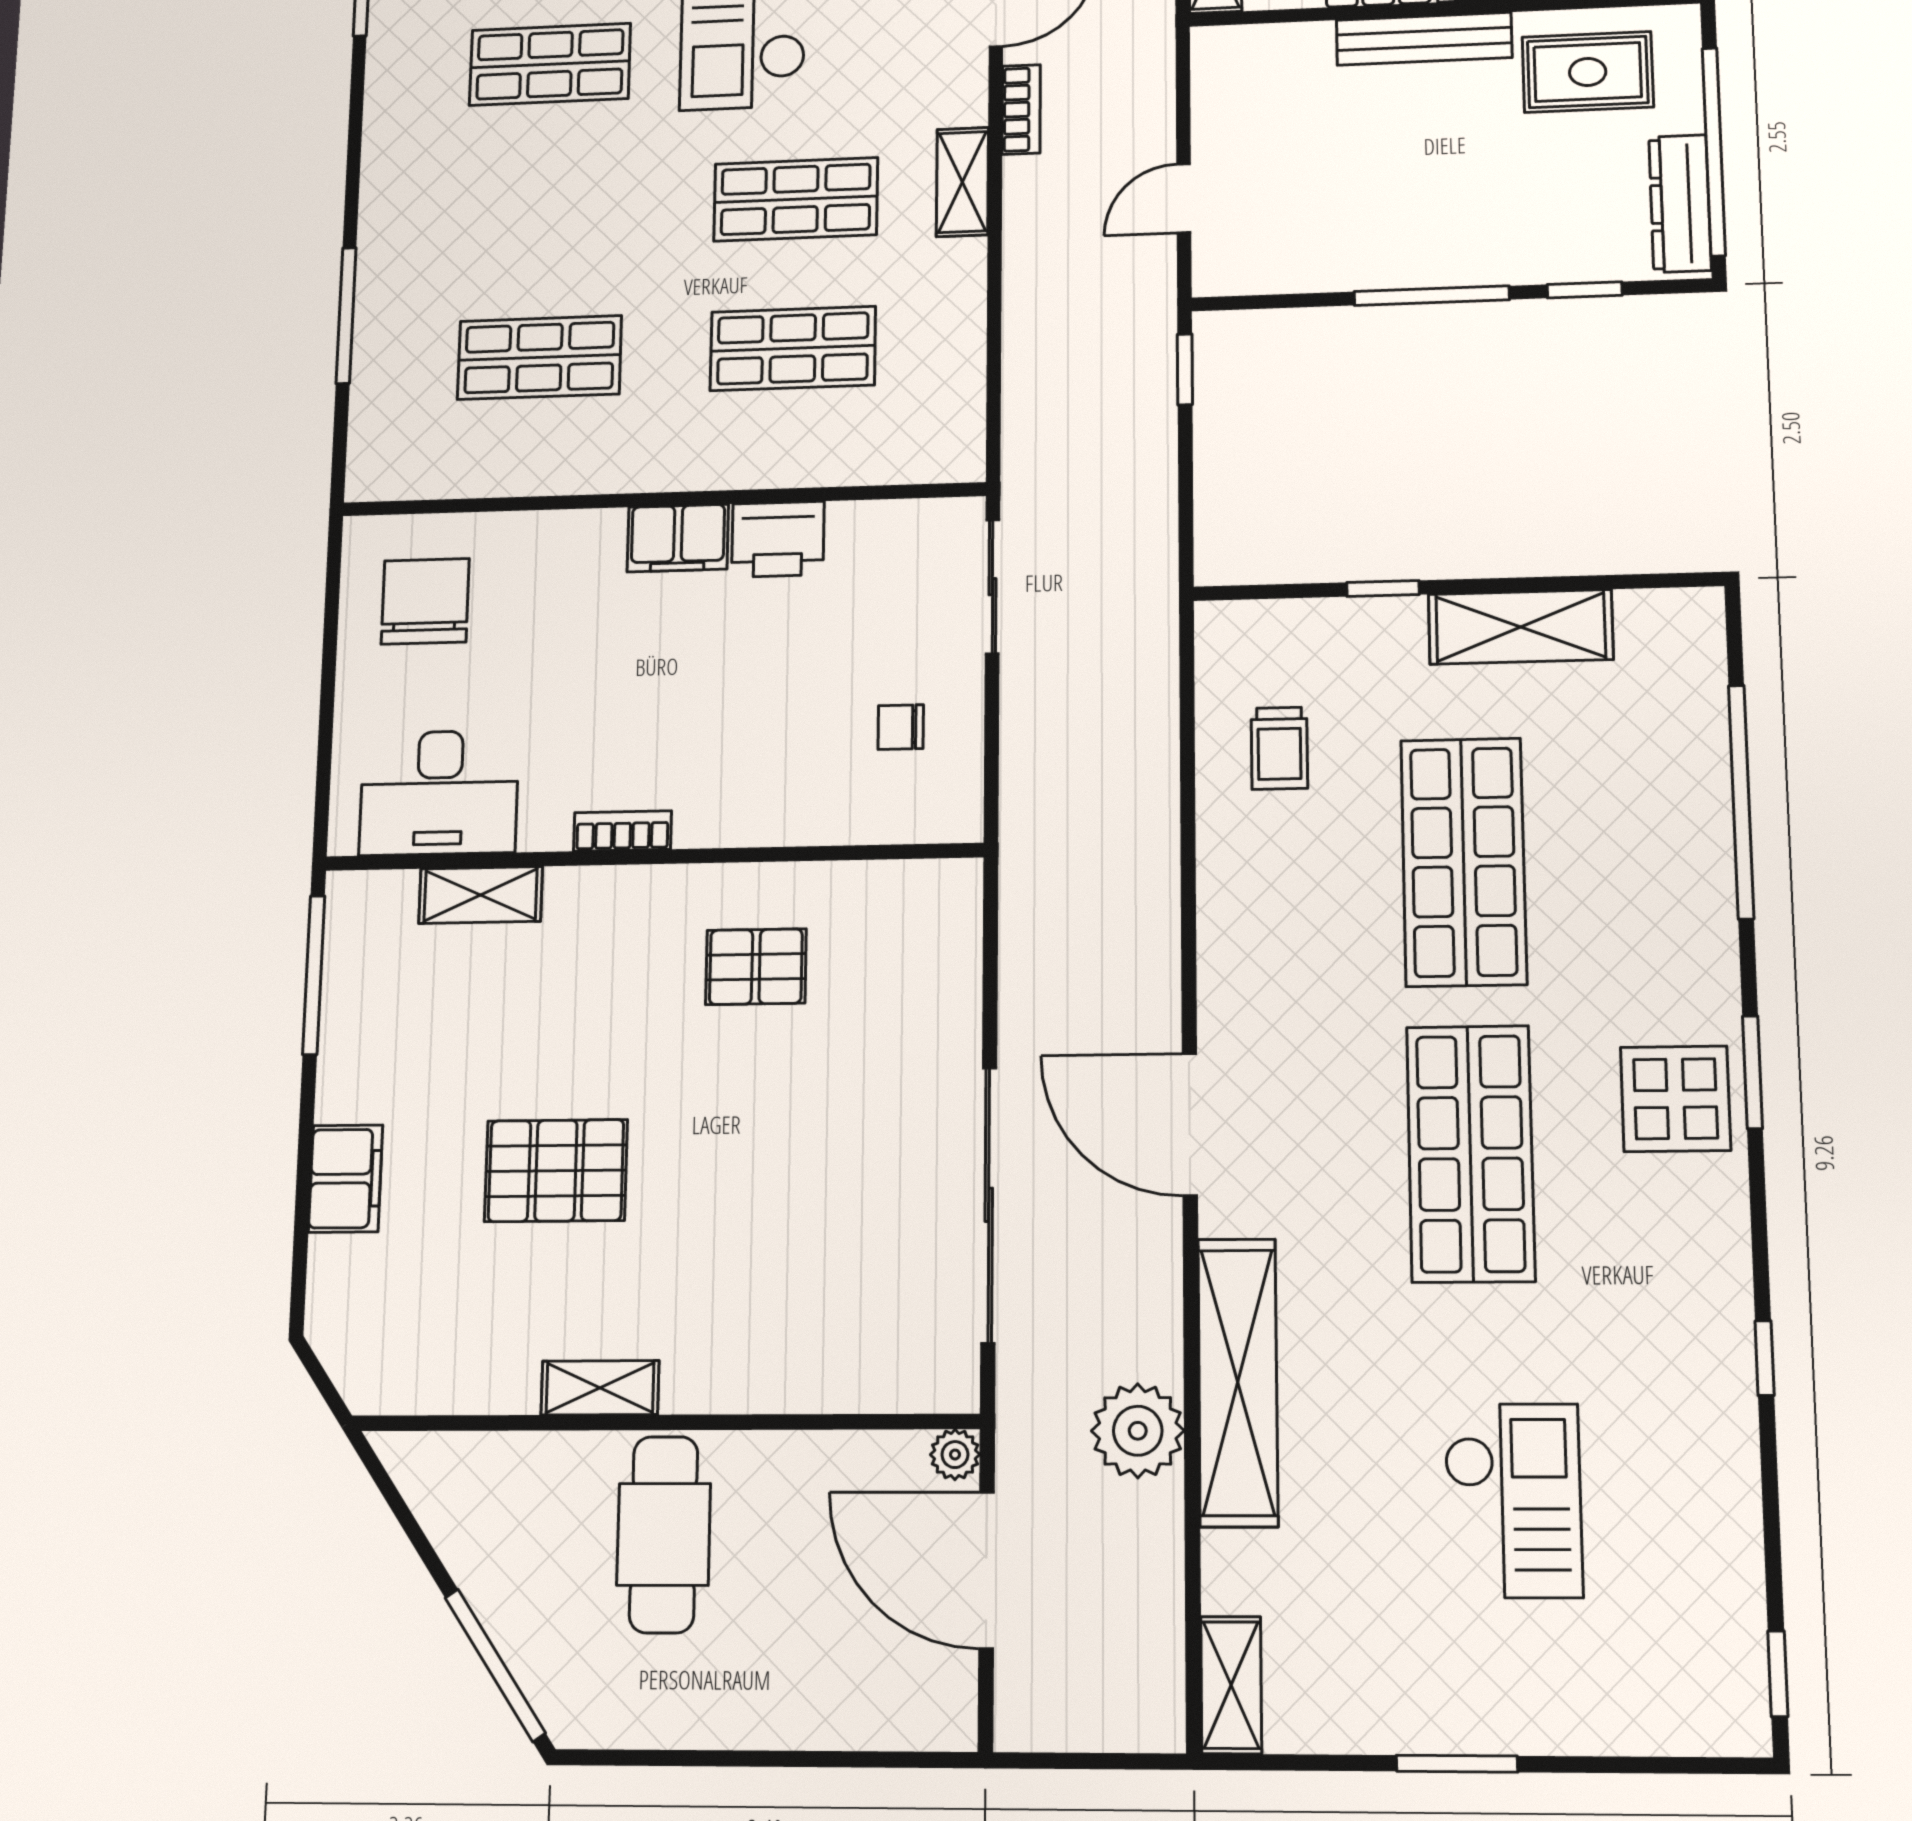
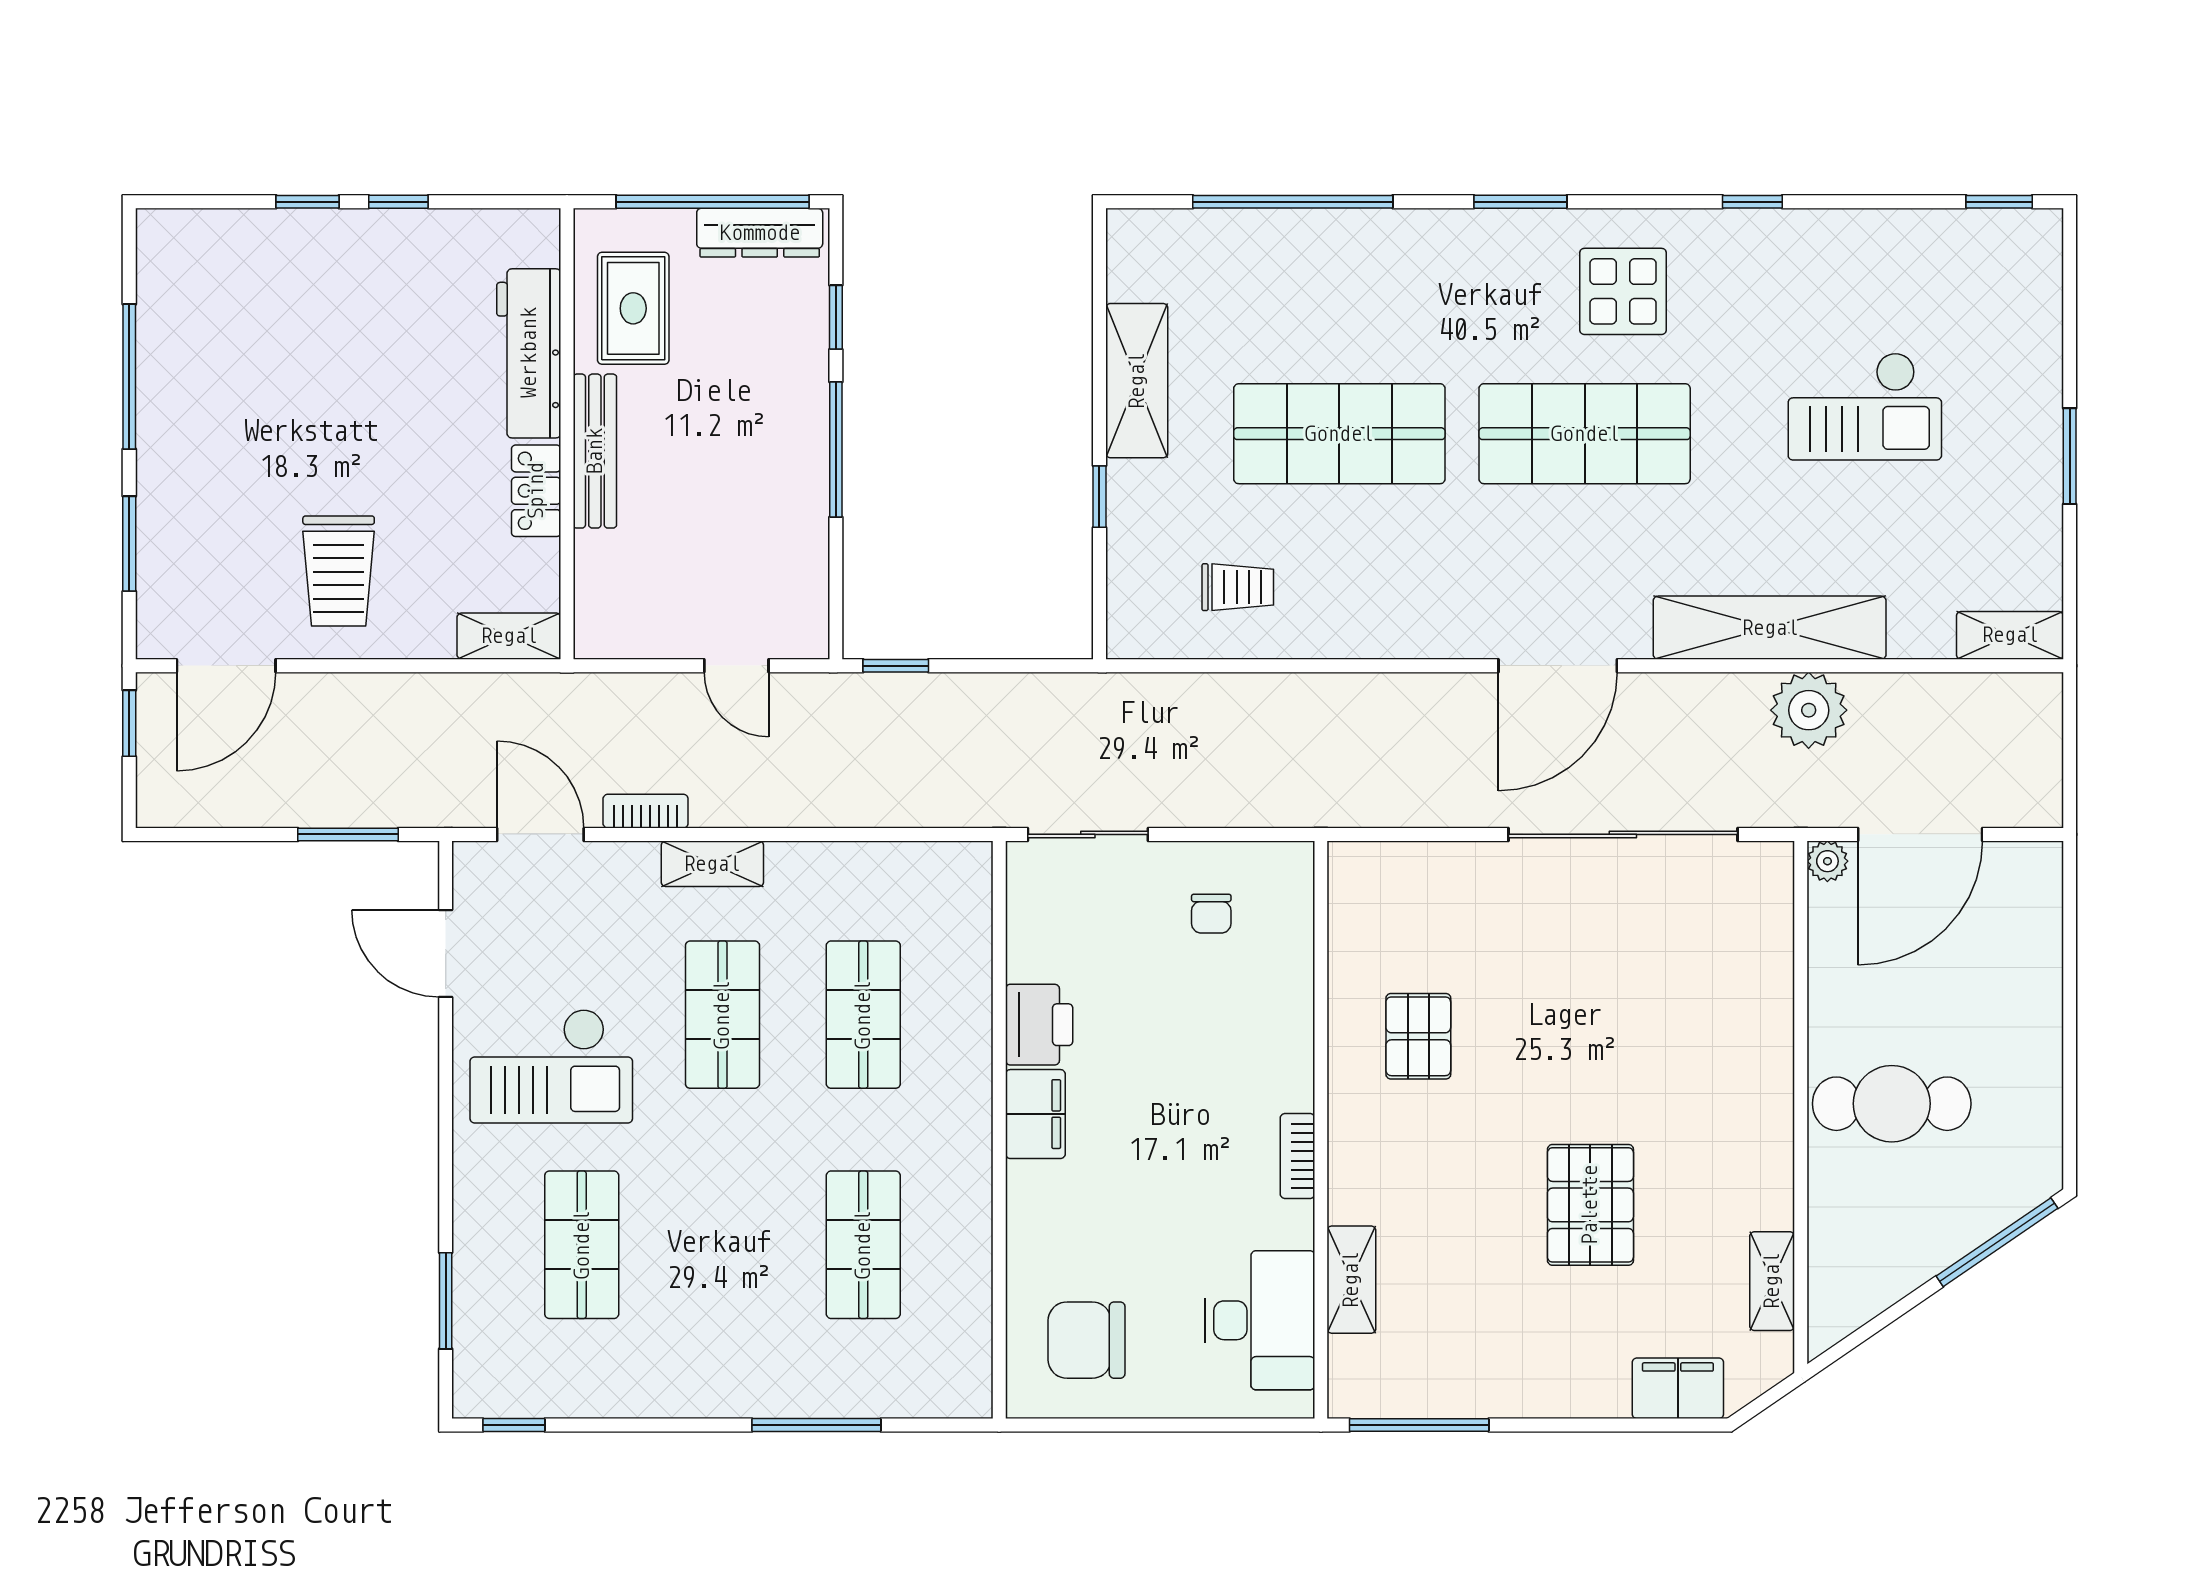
display table: (1676, 1099) -> (1623, 291), moved
filing cabinet: (345, 1179) -> (1678, 1388), moved
shelving: (600, 1388) -> (1772, 1281), moved
checkout: (1513, 1500) -> (1865, 406), turned 180

